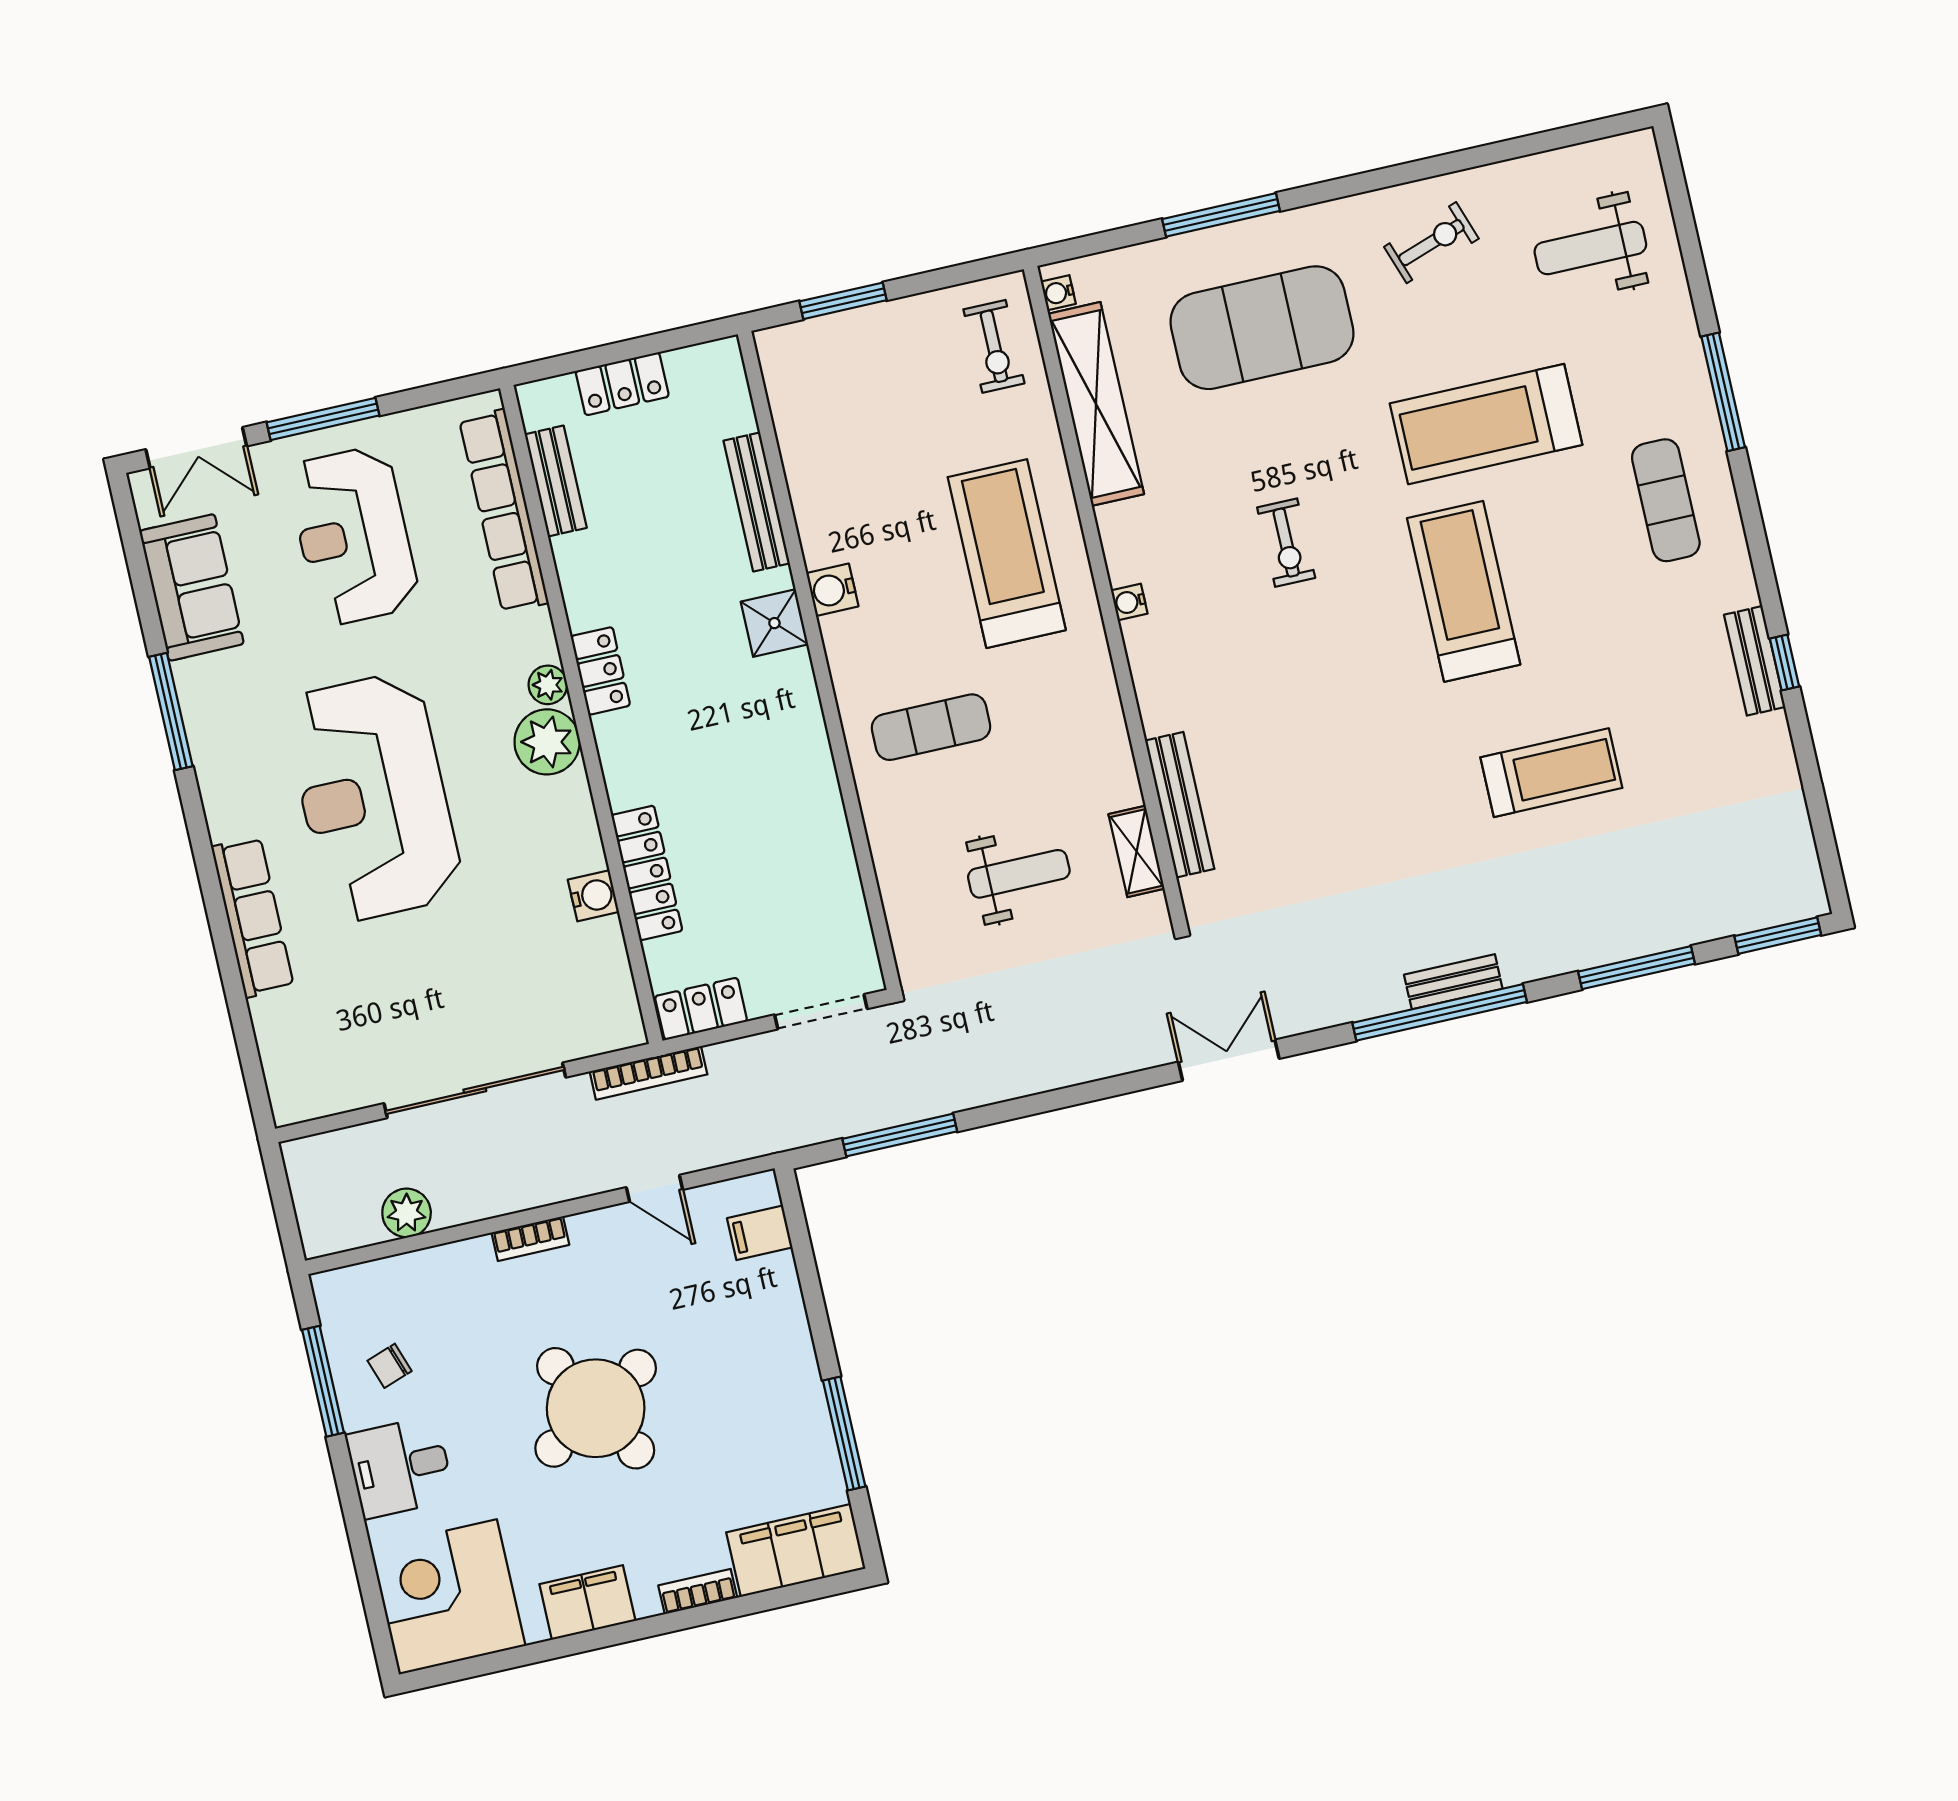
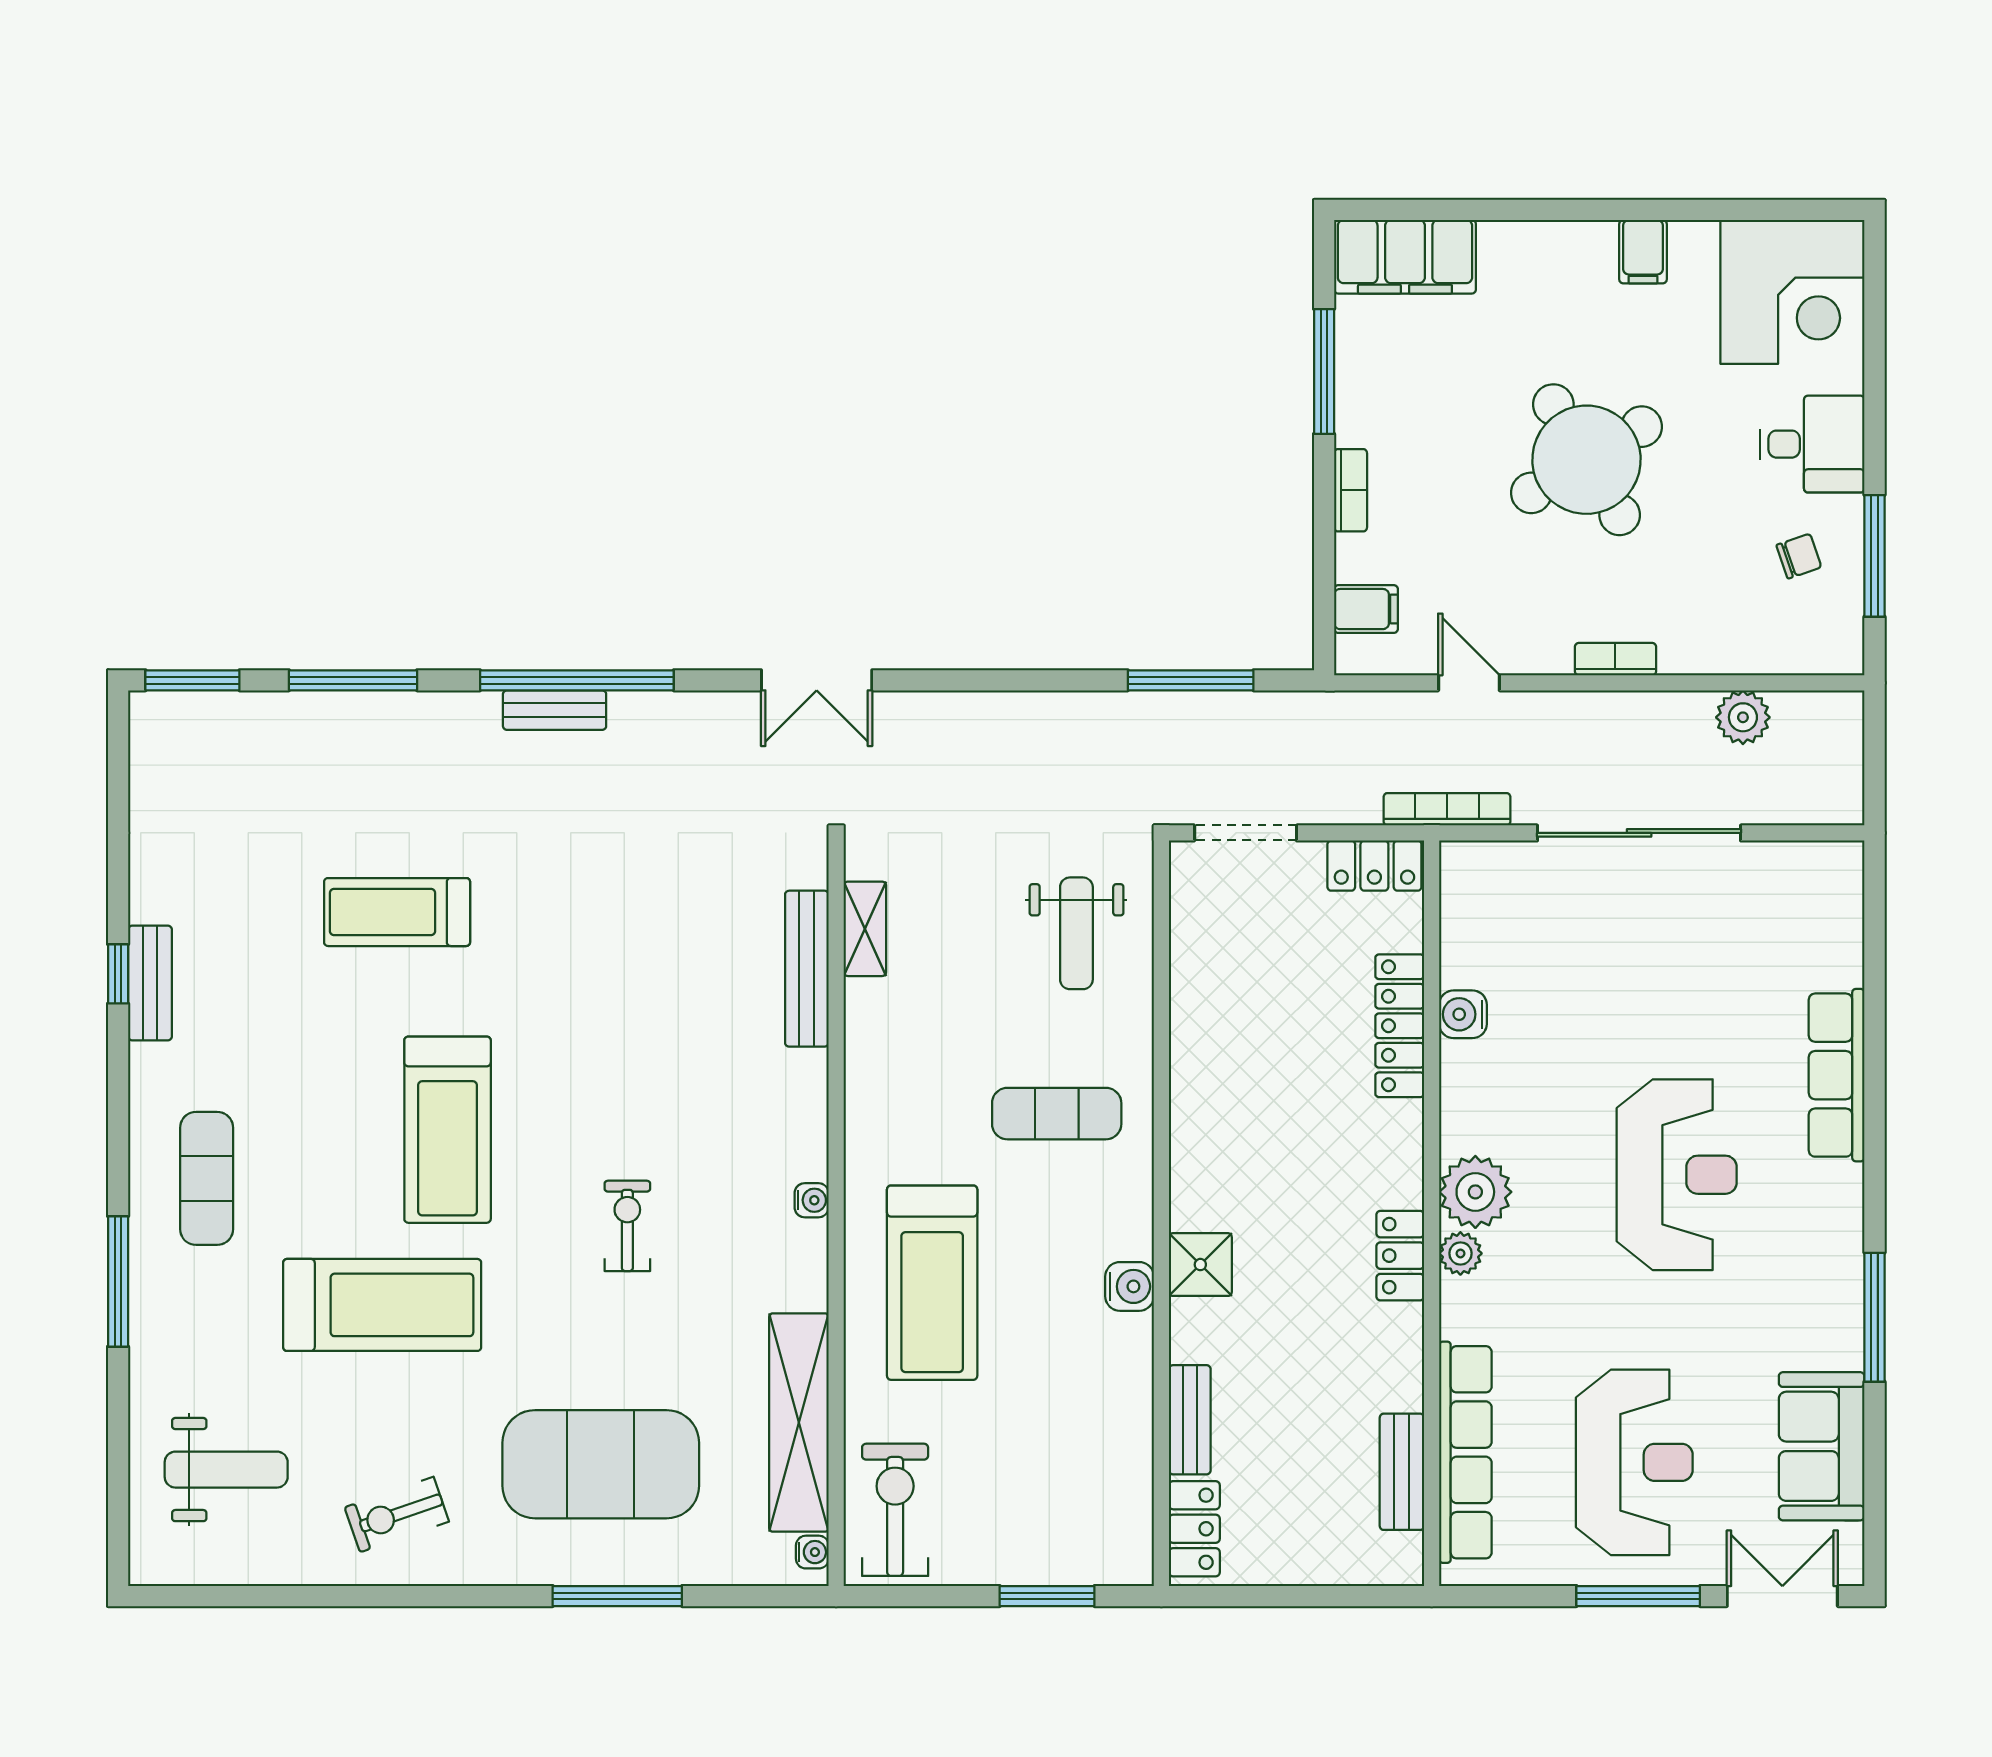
exercise bike: (994, 346) -> (895, 1510), width x1.38, depth x1.39
locker: (622, 384) -> (1194, 1529), moved, turned 90
bench: (757, 502) -> (1190, 1420), width x0.73
reception desk: (373, 797) -> (1677, 1175), width x0.74, depth x0.77
weight bench: (1019, 874) -> (1076, 933), moved, turned -90
bookcase: (698, 1592) -> (1351, 490), moved, turned -90
filing cabinet: (587, 1603) -> (1643, 252), width x0.50

